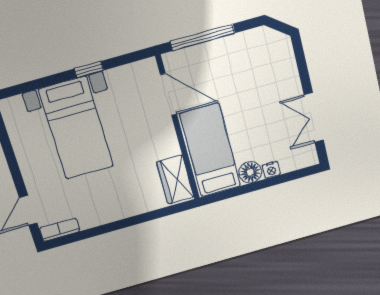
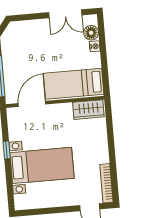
floor lamp: (250, 172) -> (91, 33), moved
bookcase: (60, 230) -> (106, 183), width x1.56

